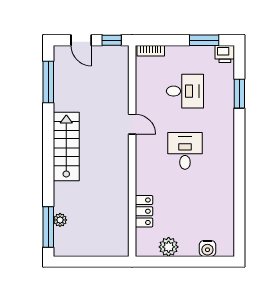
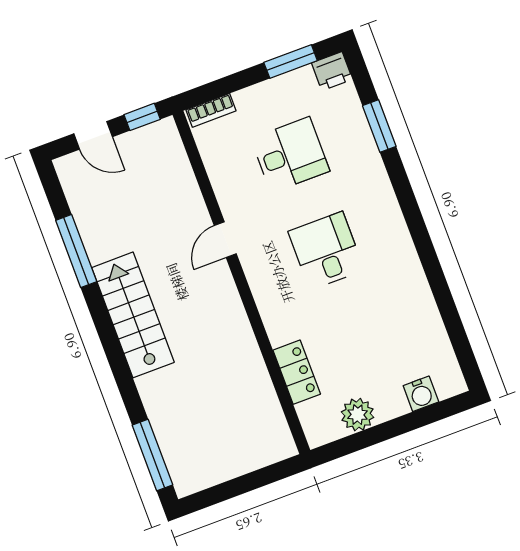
window: (48, 82) -> (76, 251), moved
door: (132, 124) -> (225, 240), swing flipped
plant: (60, 220) -> (167, 437), removed

